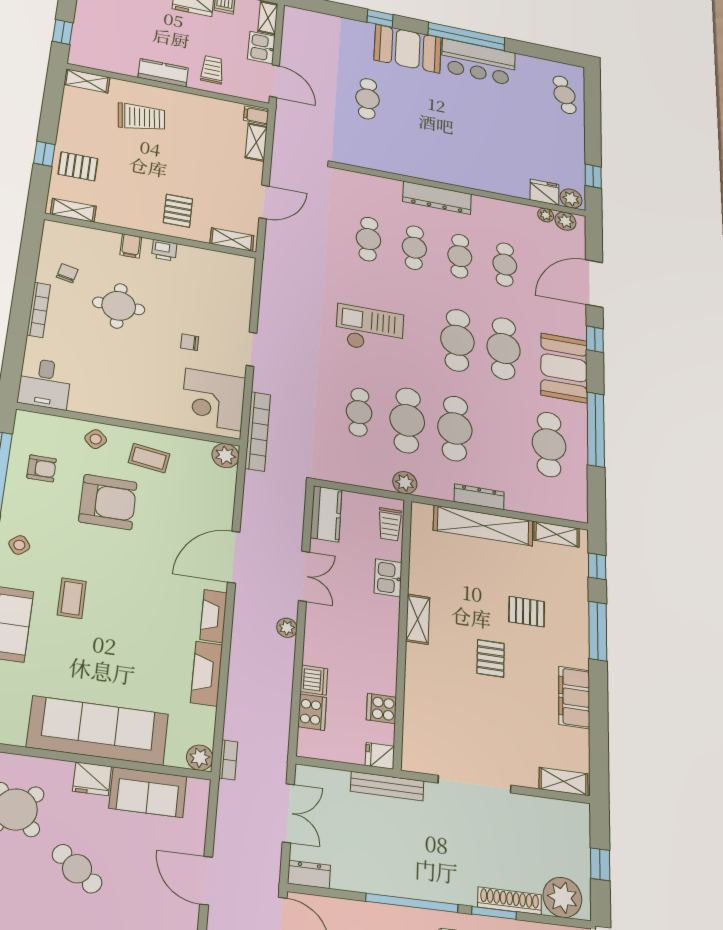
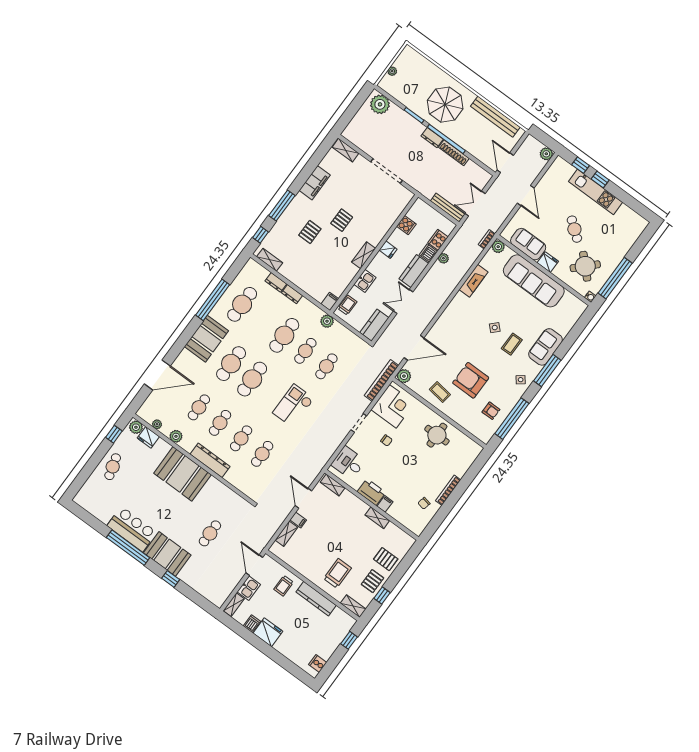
kitchen counter: (163, 73) -> (316, 599), width x1.50
cafe table: (565, 95) -> (113, 467), moved
filing cabinet: (256, 115) -> (298, 520), moved
trolley: (141, 117) -> (337, 573), turned 96
window: (44, 154) -> (382, 596), moved
booth: (462, 163) -> (182, 474), added
door: (264, 202) -> (303, 498), hinge flipped
shelving: (73, 210) -> (377, 518), moved
pallet: (178, 211) -> (372, 581), moved
plant: (565, 221) -> (176, 436), moved
printer: (164, 250) -> (372, 492), width x1.87, depth x1.48
round table: (119, 306) -> (437, 435), moved
checkout: (370, 329) -> (293, 406), turned 90
window: (595, 339) -> (179, 346), removed
desk: (45, 383) -> (348, 463), moved, turned -90
cafe table: (407, 420) -> (305, 351), width x0.73, depth x0.74
side table: (96, 439) -> (495, 328), moved
armchair: (42, 468) -> (491, 411), turned 180
dresser: (479, 497) -> (292, 294), width x0.70
dresser: (523, 504) -> (276, 282), added
filing cabinet: (421, 516) -> (330, 301), added
shelving: (483, 526) -> (303, 282), removed
door: (234, 557) -> (414, 348), moved
pallet: (527, 612) -> (310, 232), turned 90
fireplace: (214, 616) -> (455, 304), removed
plant: (287, 628) -> (443, 258), moved
kitchen counter: (319, 636) -> (414, 271), added
fridge: (380, 756) -> (388, 250), moved
bench: (387, 786) -> (448, 208), moved
window: (600, 864) -> (354, 108), removed
dresser: (309, 874) -> (432, 138), moved
shoe rack: (510, 901) -> (454, 153), moved

